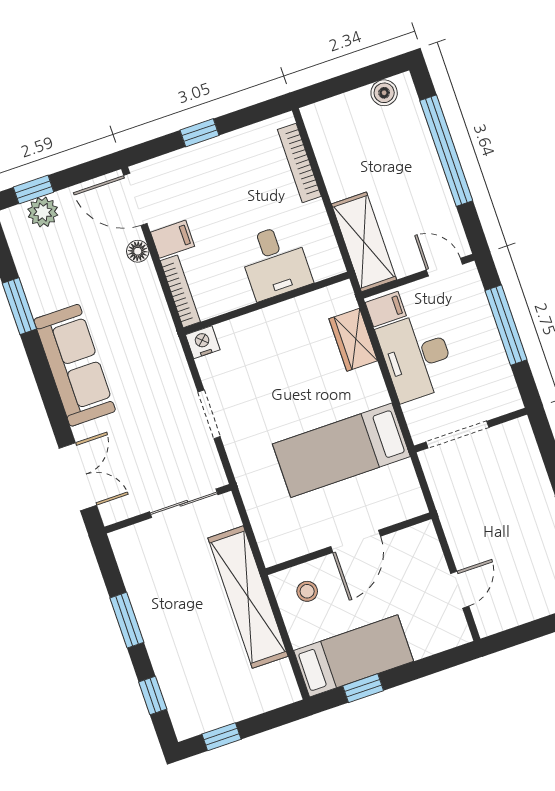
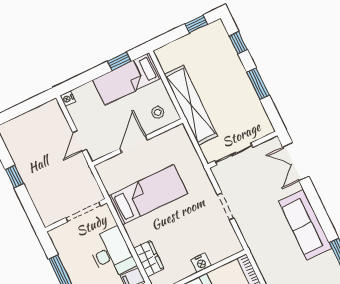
nightstand: (203, 342) -> (201, 263), moved
door: (460, 590) -> (80, 141), moved
nightstand: (460, 634) -> (68, 99), added

